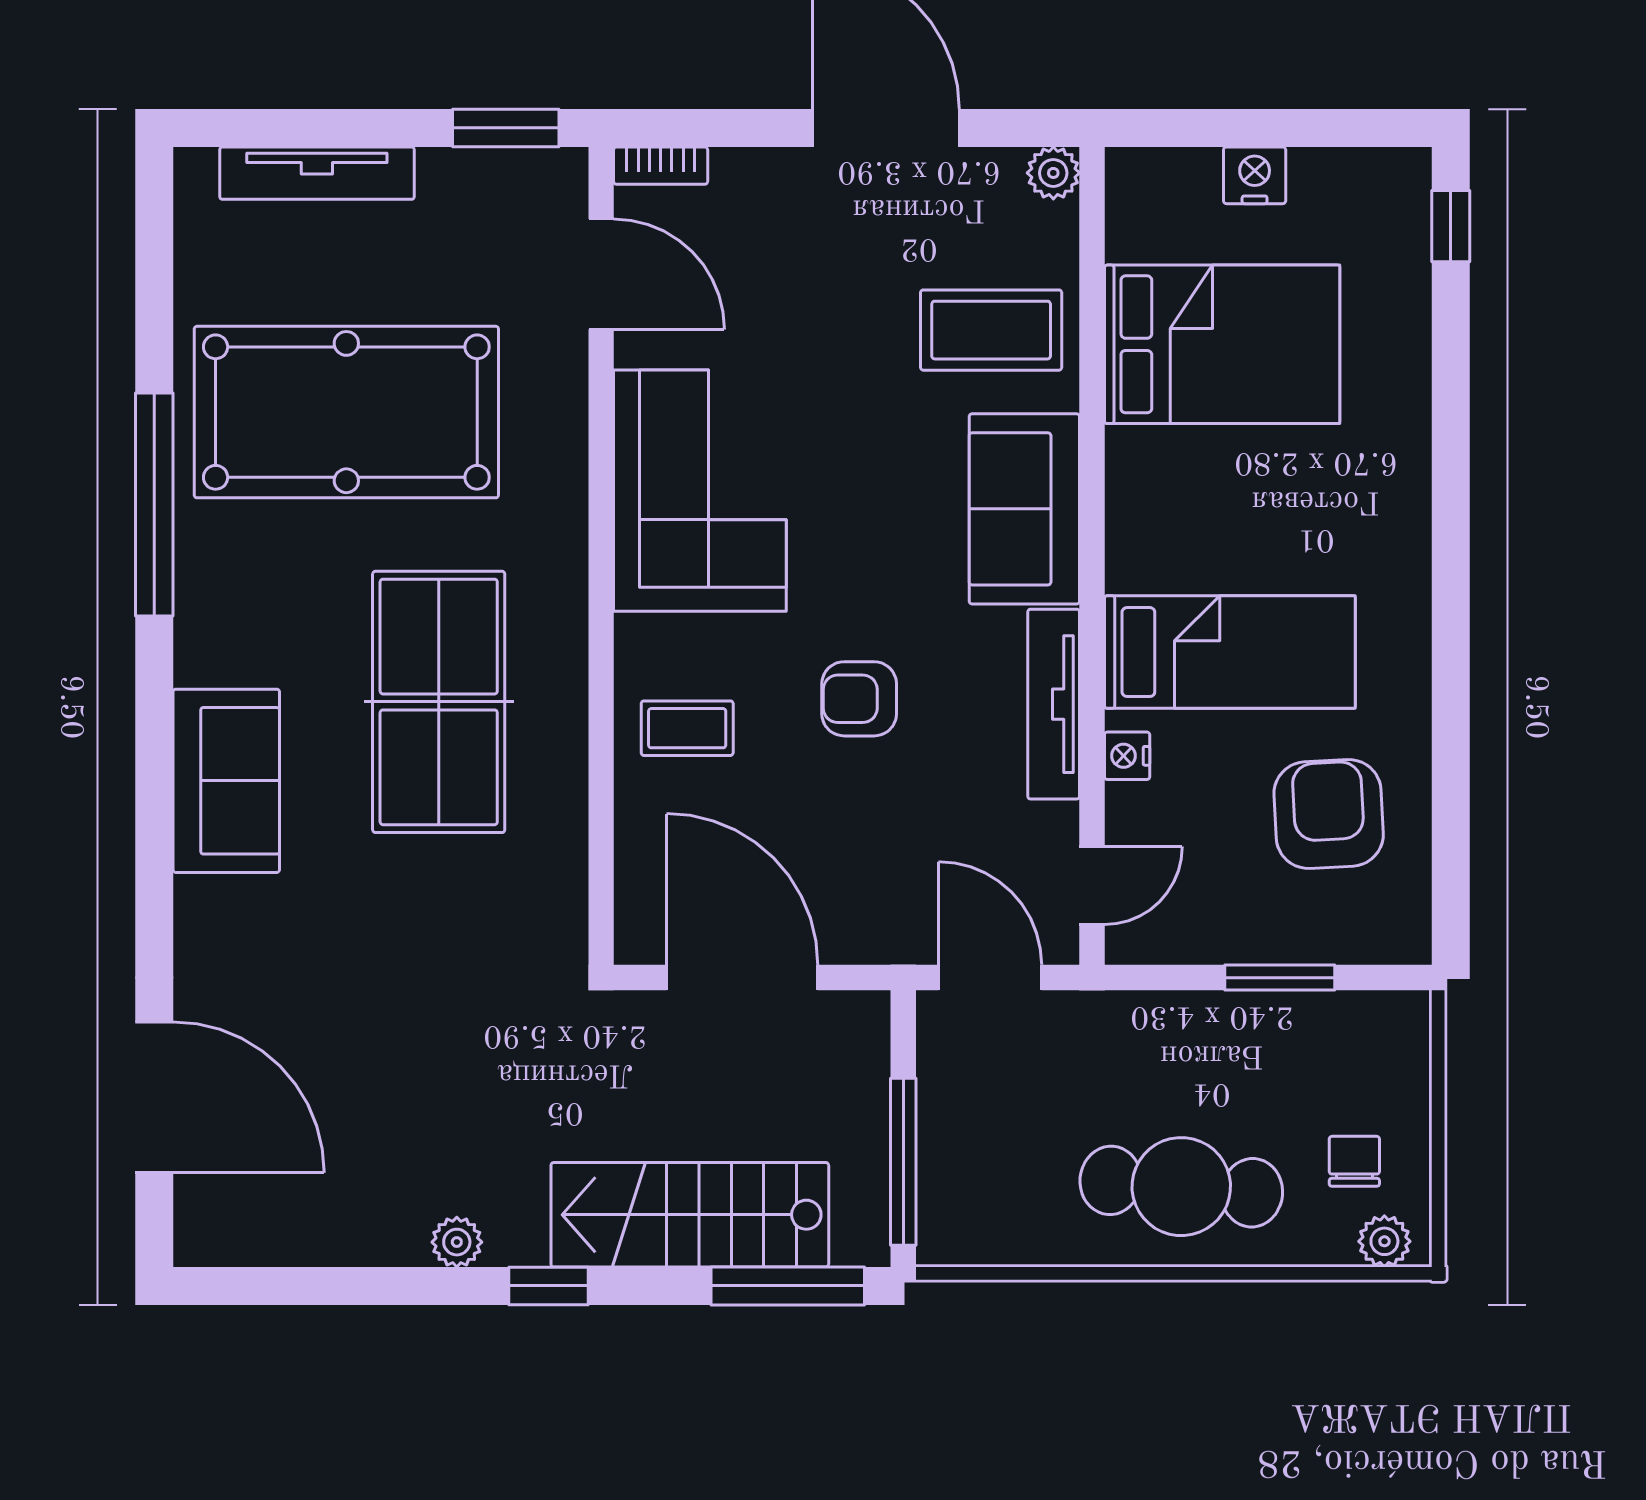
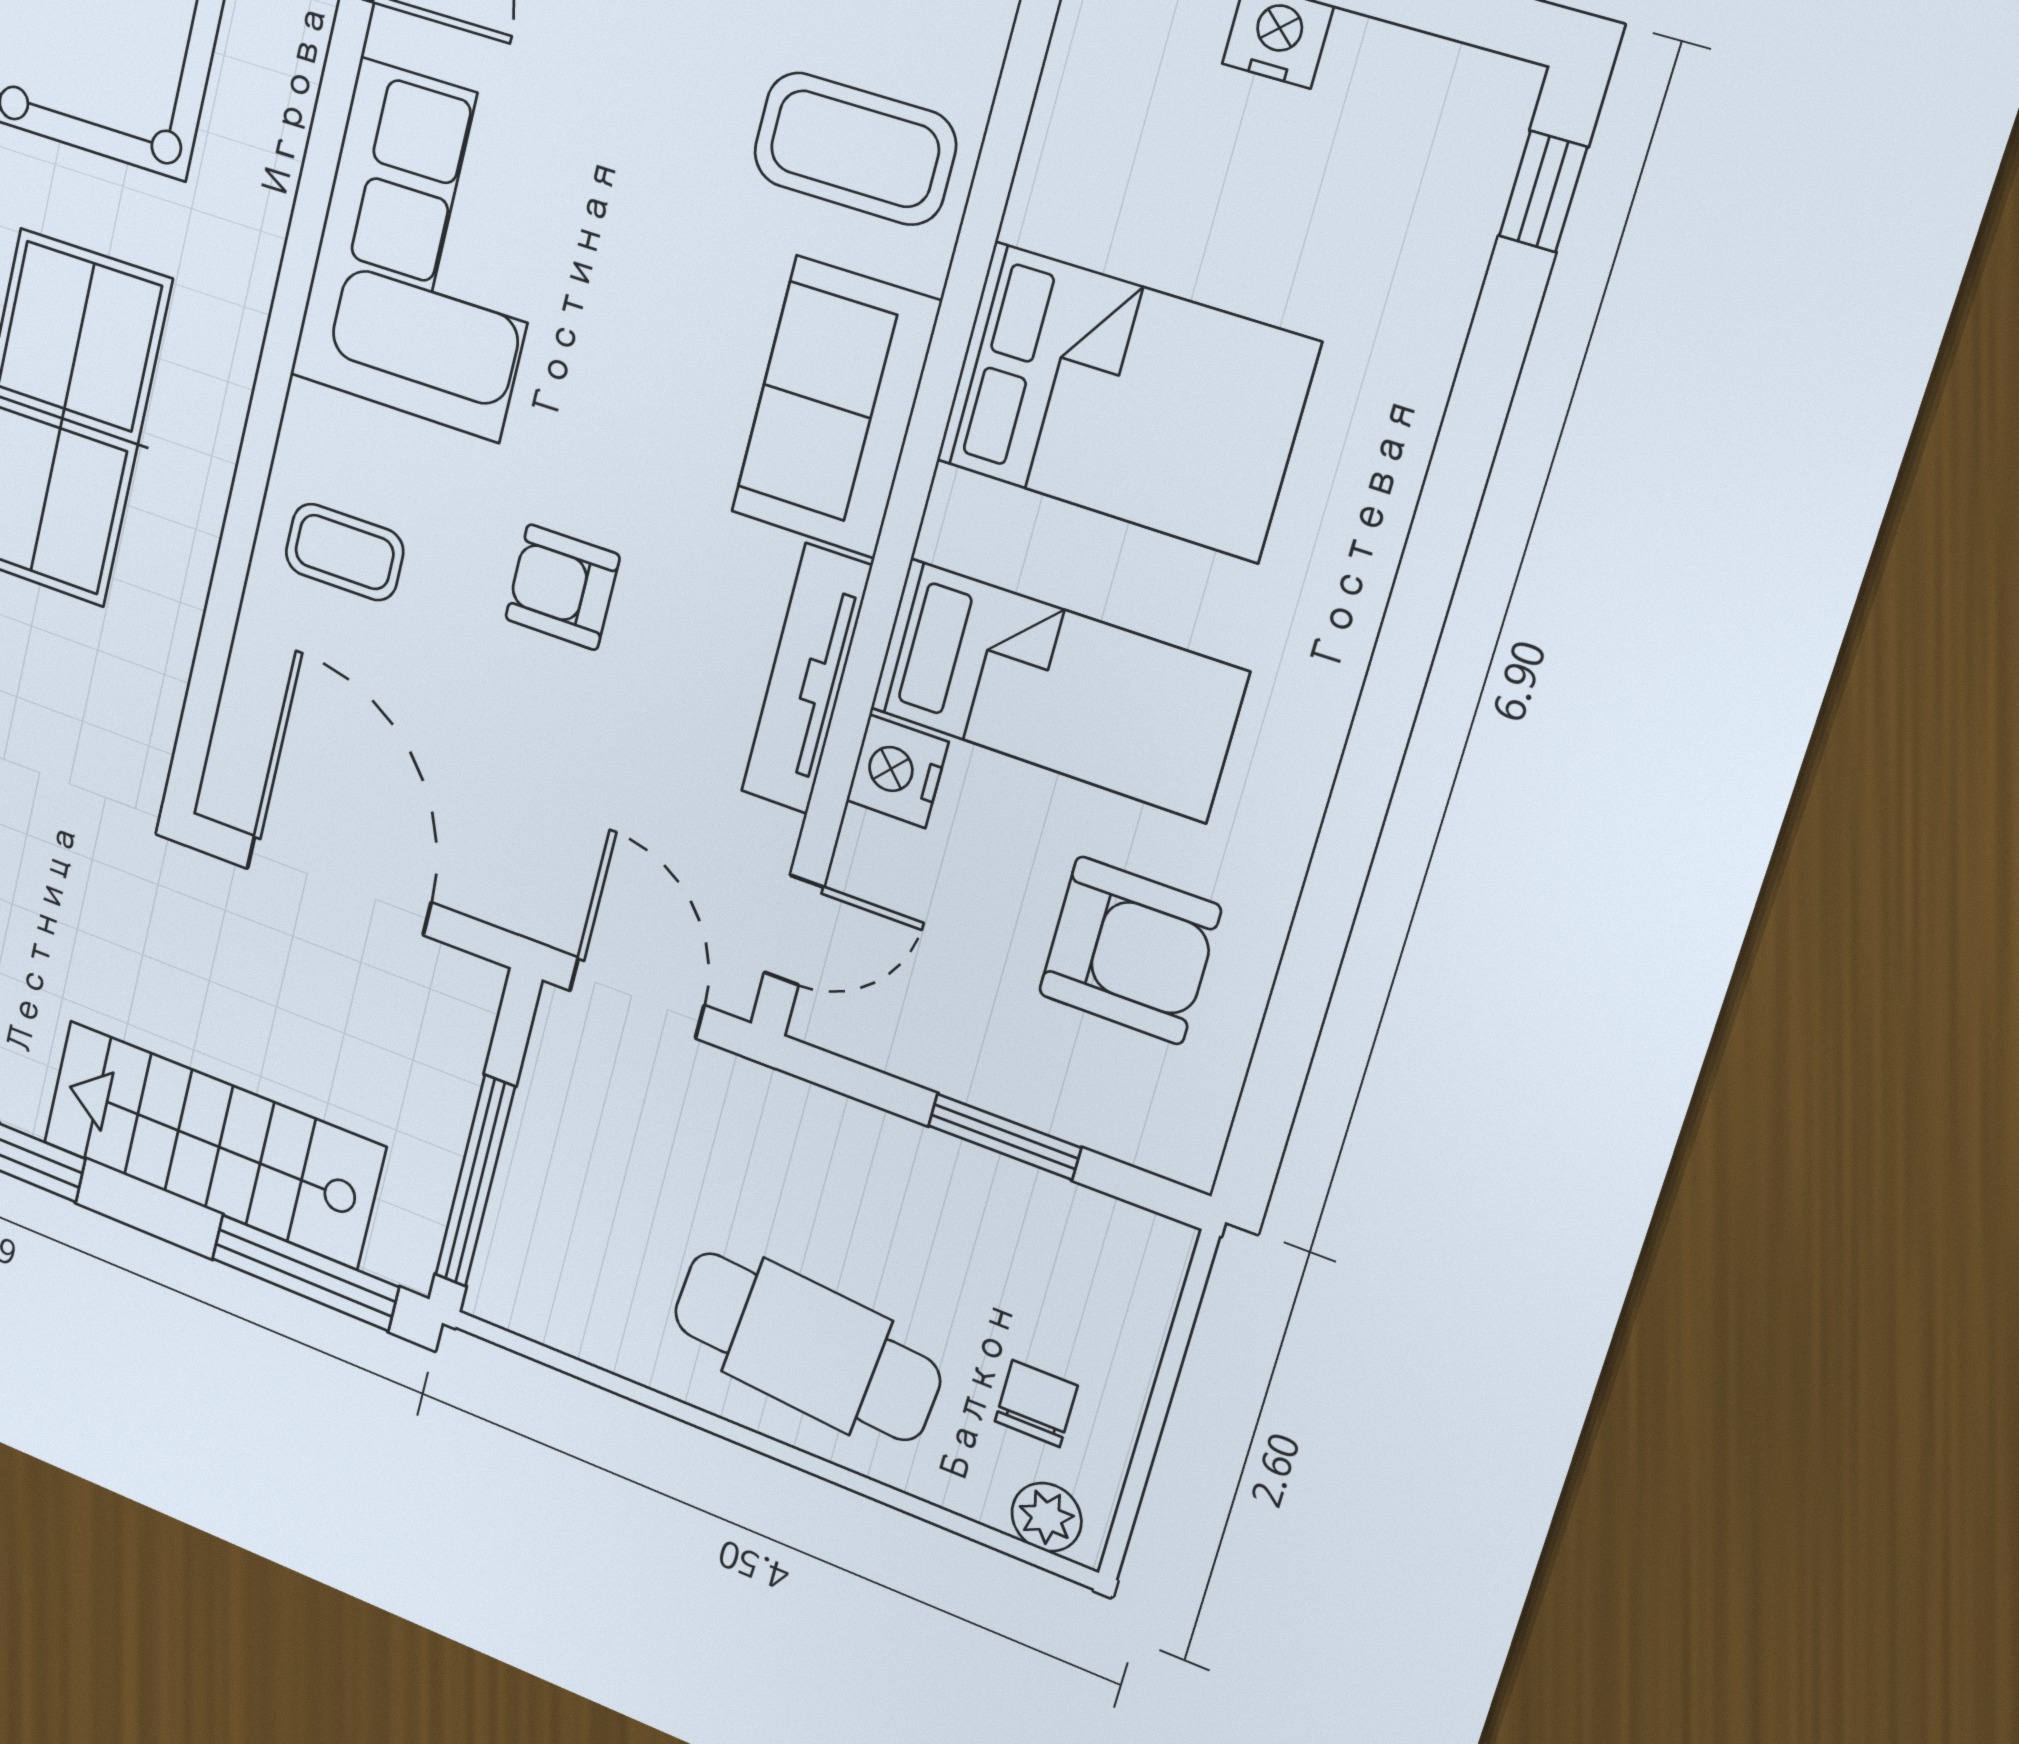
bed: (1222, 344) -> (1126, 402), moved
nightstand: (1127, 756) -> (897, 771), width x1.39, depth x1.35
armchair: (1329, 814) -> (1130, 950), turned 93

